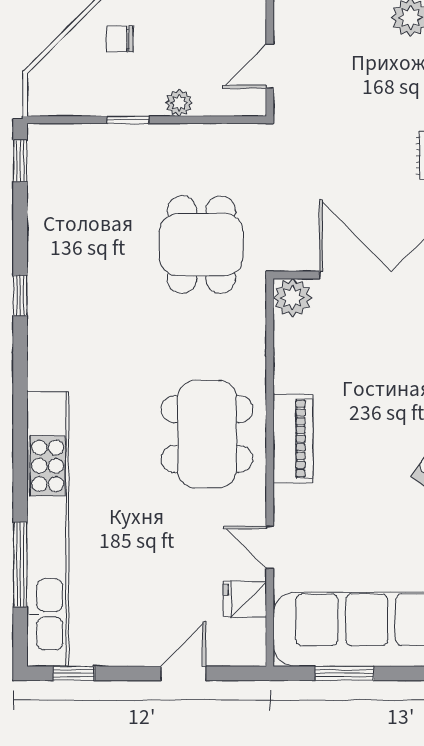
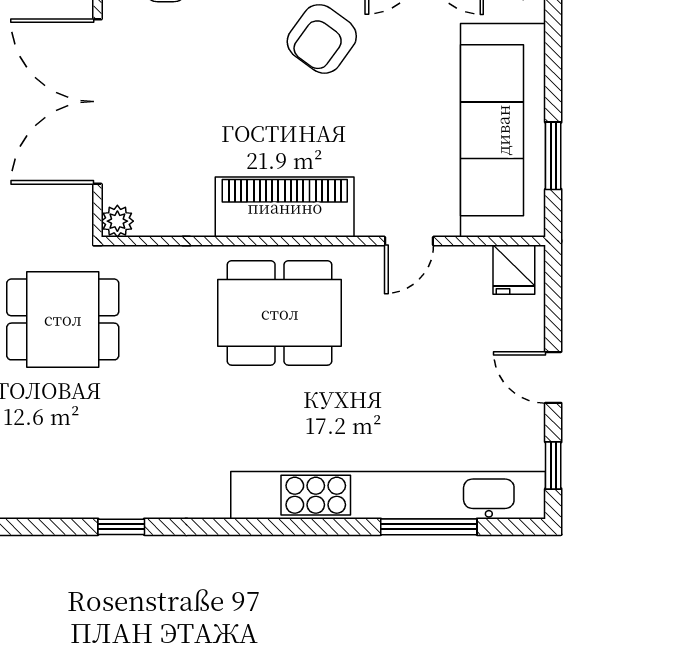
plant: (292, 298) -> (117, 221), width x0.73, depth x0.73
piano: (293, 439) -> (285, 207), width x1.37, depth x1.33
fridge: (245, 599) -> (514, 270), moved
door: (183, 673) -> (553, 377), moved

